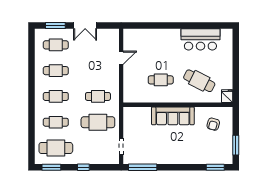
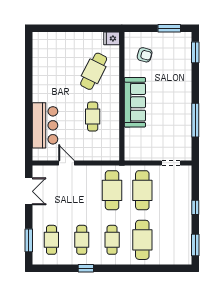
double door: (85, 26) -> (29, 191), moved
bar counter: (200, 39) -> (45, 125), moved
window: (32, 74) -> (86, 268), added
cafe table: (98, 96) -> (112, 190), width x1.37, depth x1.35
cafe table: (56, 122) -> (142, 240), width x1.37, depth x1.35
cafe table: (56, 148) -> (173, 240), removed
window: (143, 167) -> (195, 120), moved

